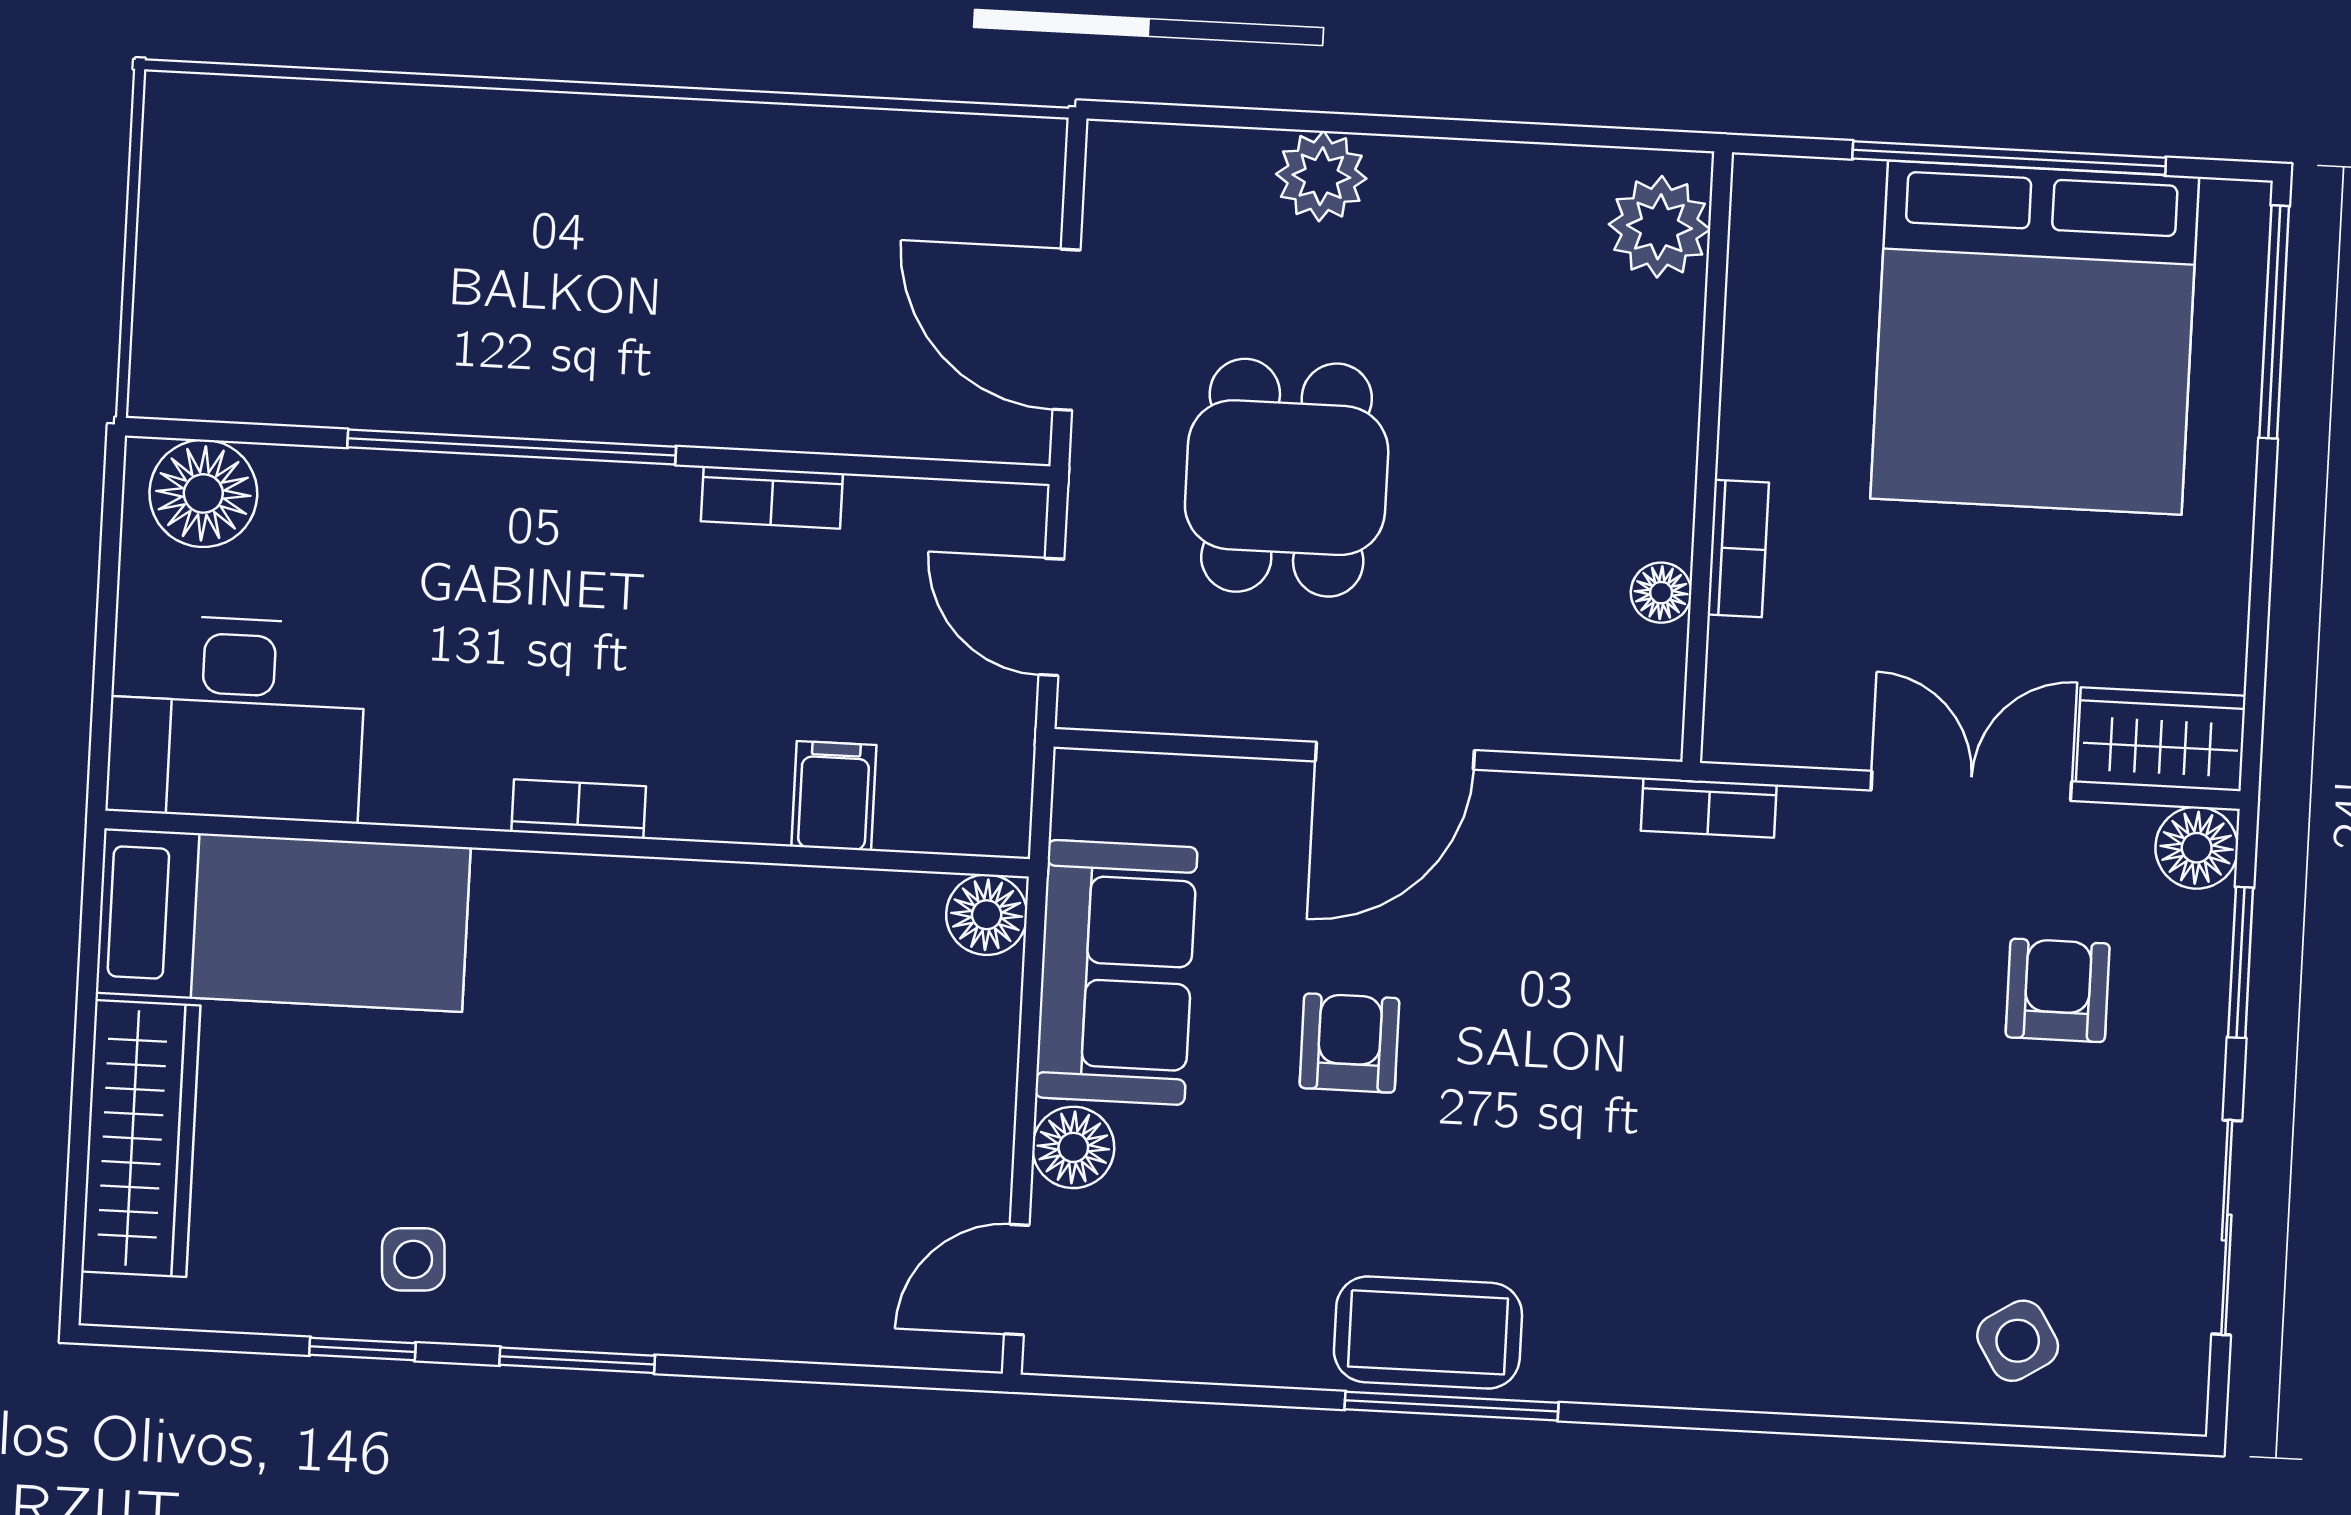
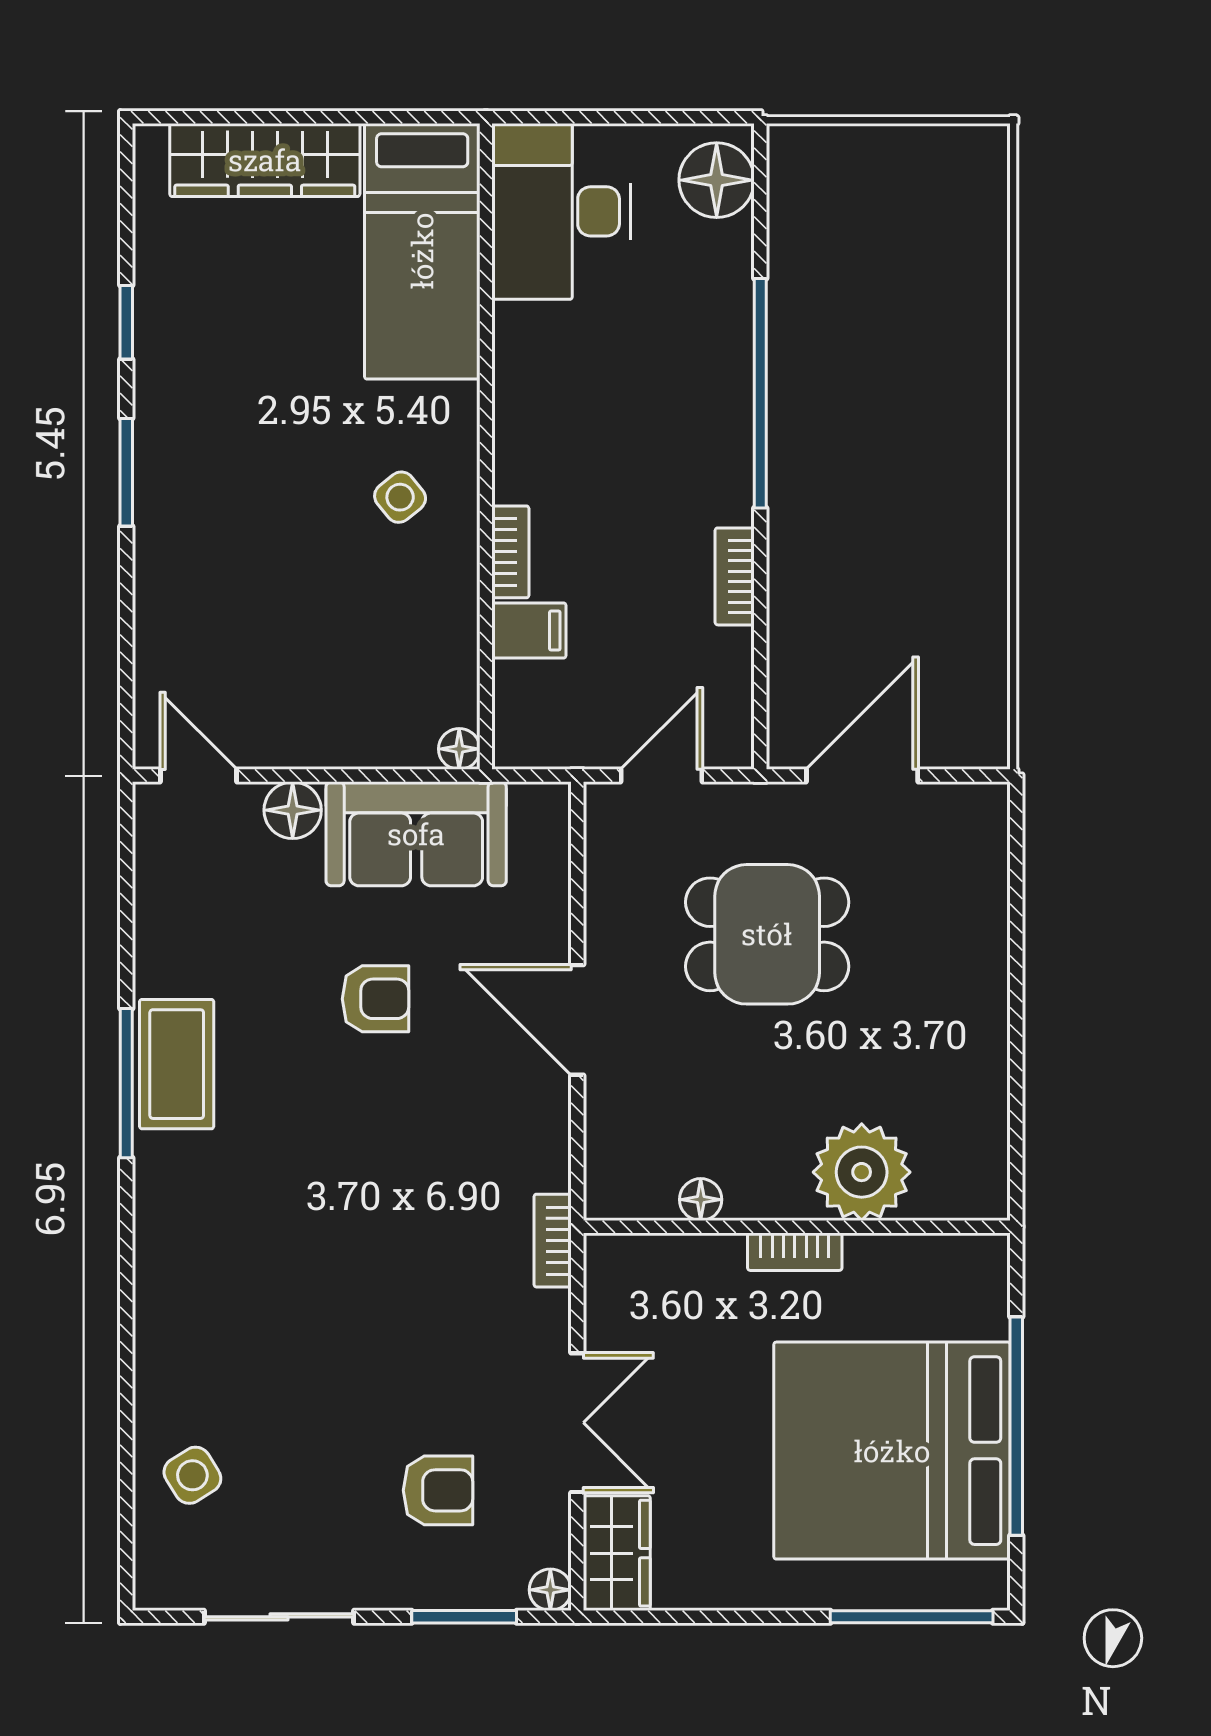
plant: (1321, 176) -> (978, 948), removed
plant: (1659, 227) -> (862, 1172), moved, width x1.36, depth x1.36
bookcase: (1738, 549) -> (795, 1252), moved
bookcase: (579, 809) -> (510, 552), moved
floor lamp: (2197, 848) -> (550, 1590), width x0.73, depth x0.73
floor lamp: (987, 915) -> (459, 749), width x0.73, depth x0.73
side table: (413, 1259) -> (400, 497), moved, turned -36

